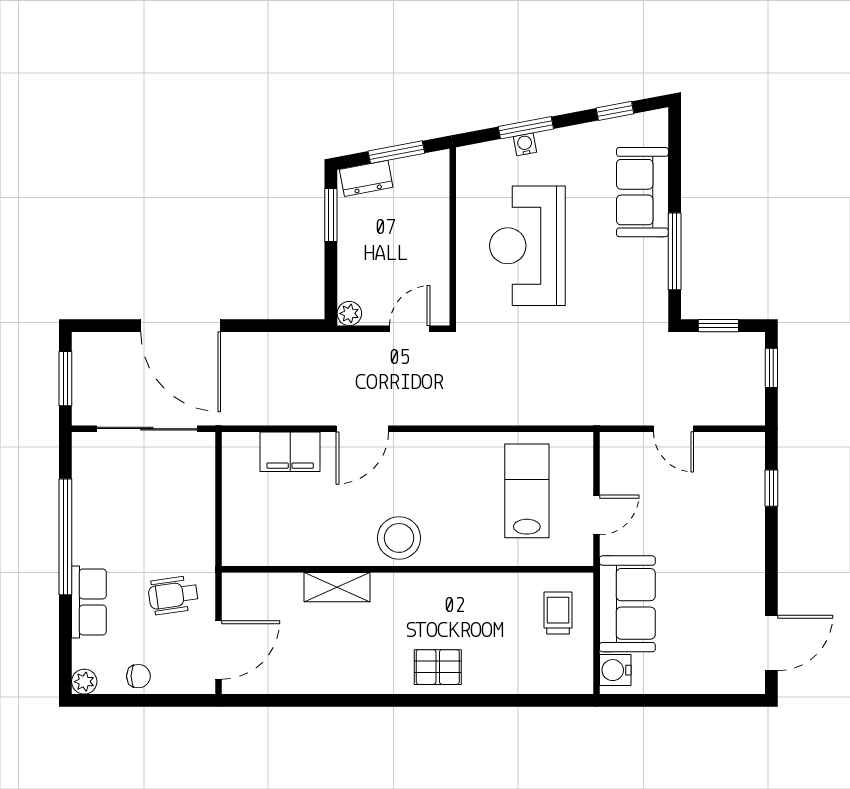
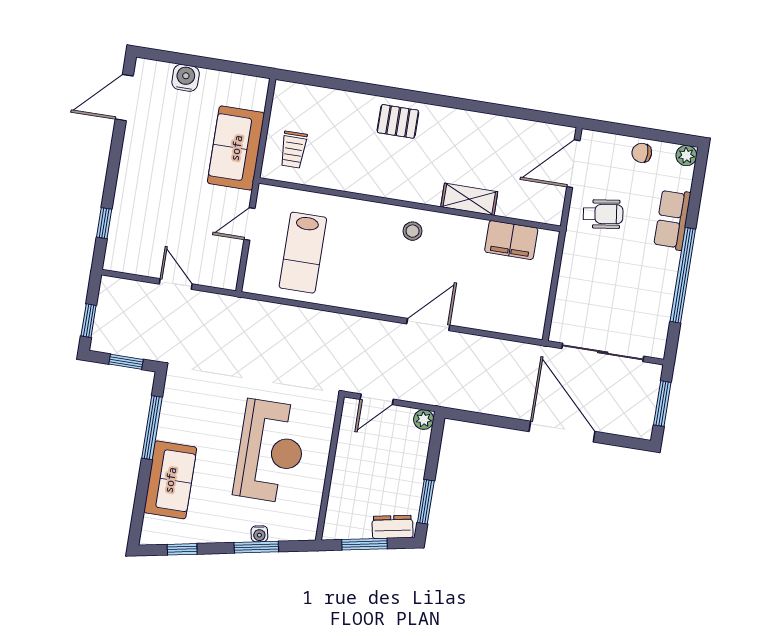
filing cabinet: (290, 452) -> (511, 240), moved, turned 180
stool: (399, 538) -> (413, 231), width x0.53, depth x0.53
water cooler: (615, 670) -> (186, 78), moved, turned -90

